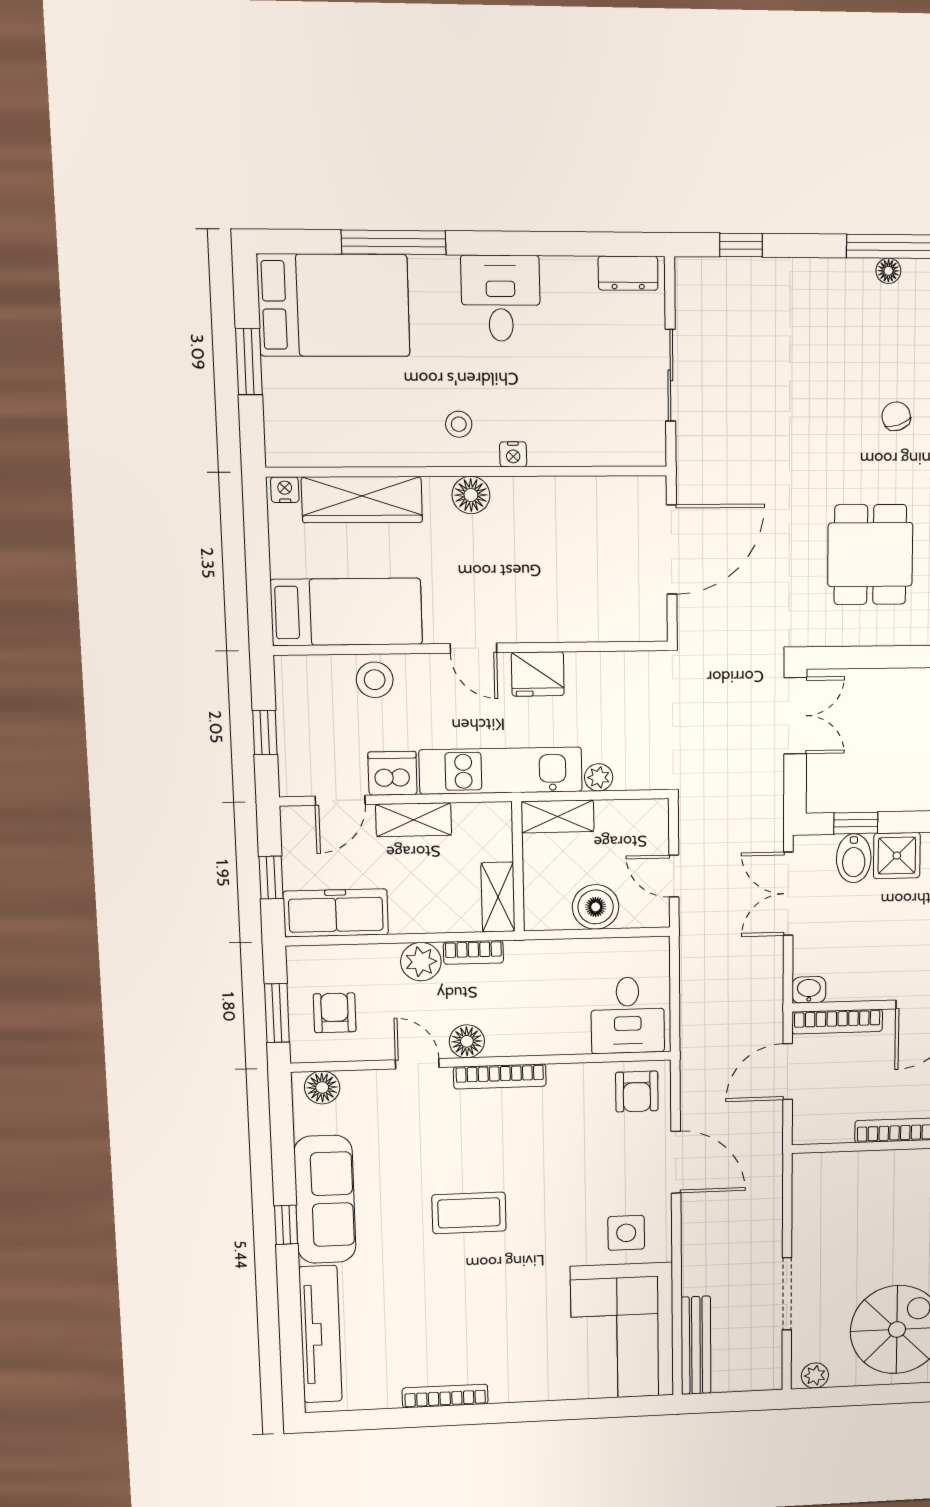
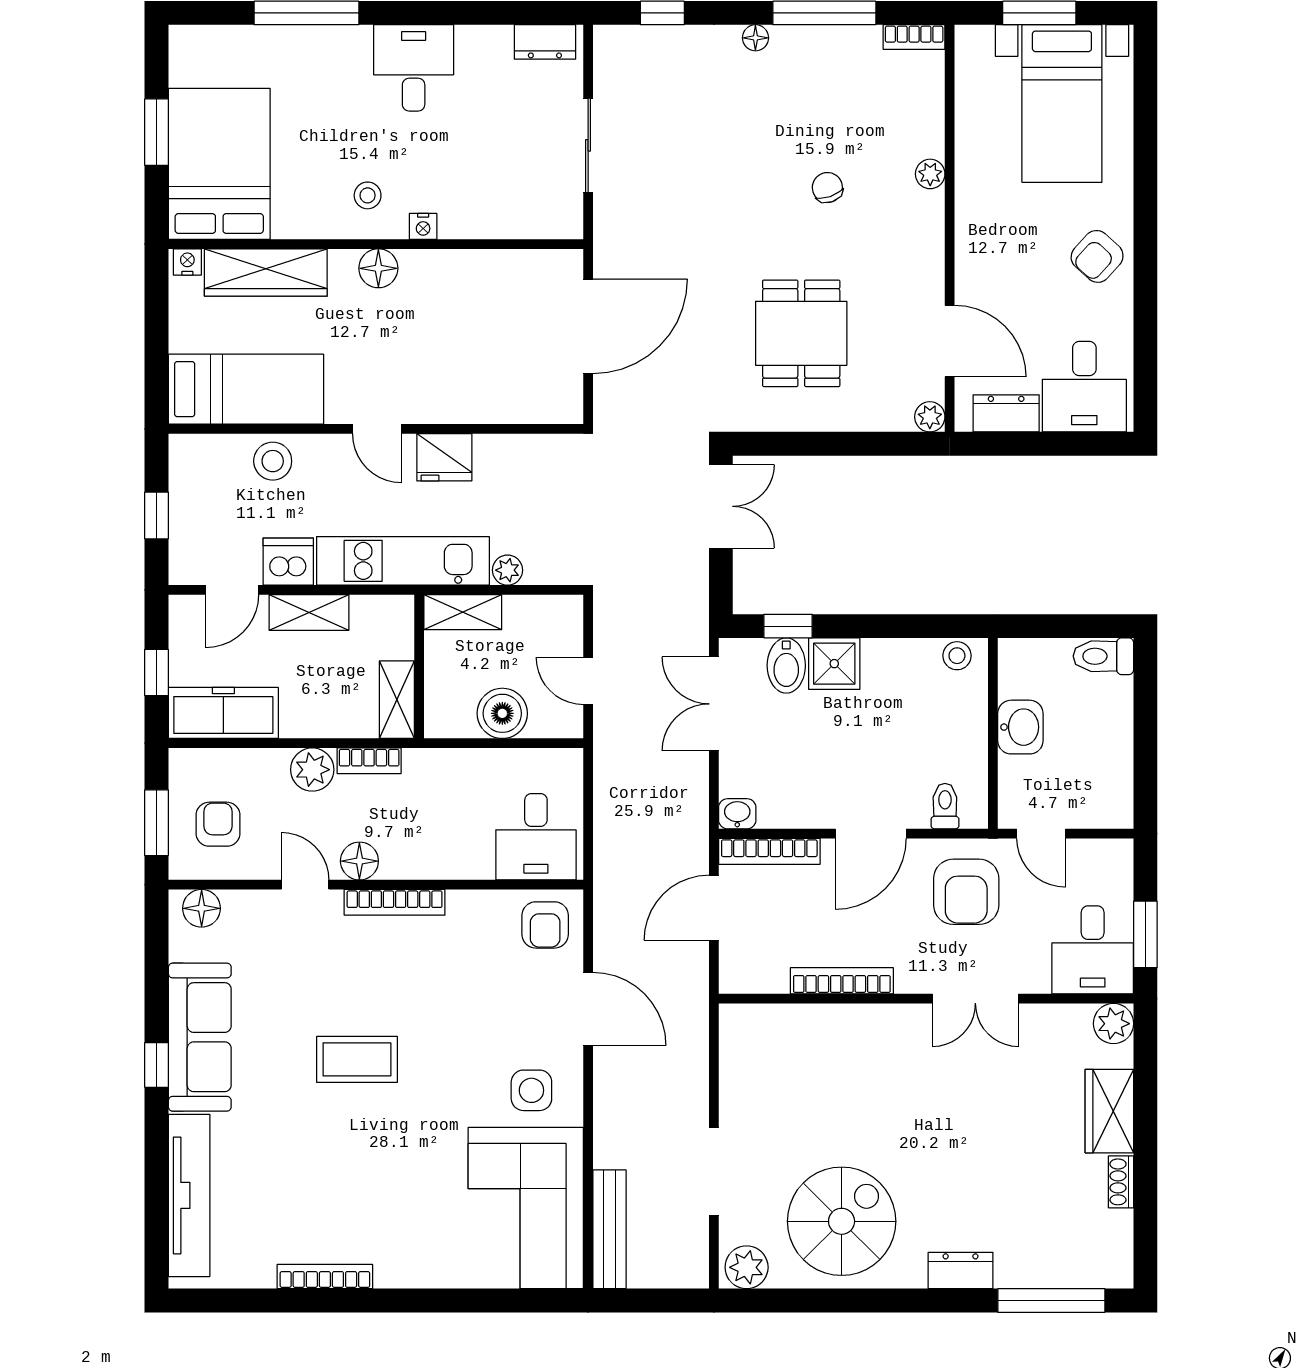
floor lamp: (888, 271) -> (755, 38), moved
bed: (333, 305) -> (219, 164), moved, turned -90
plant: (815, 1375) -> (747, 1267), width x1.38, depth x1.38

